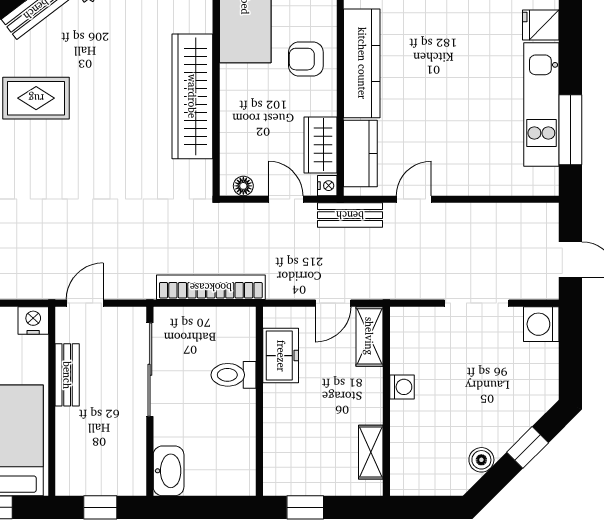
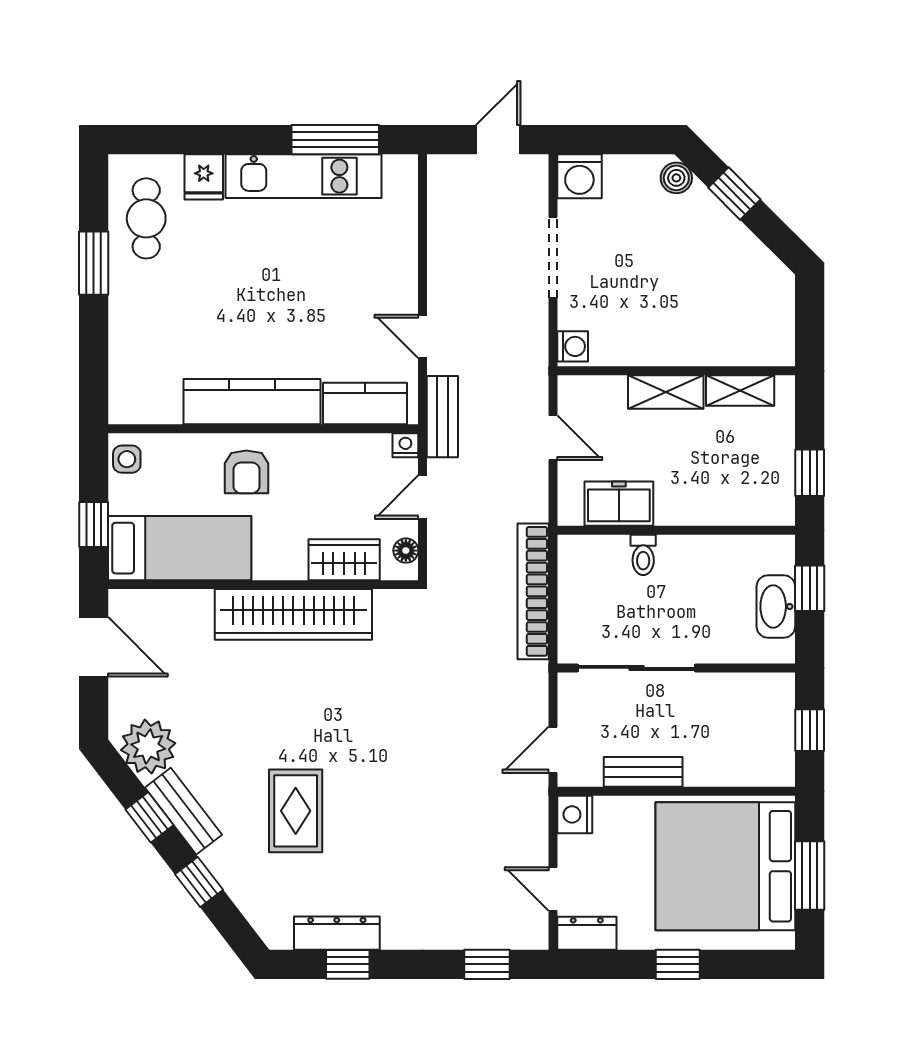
wardrobe: (320, 145) -> (344, 560), moved, turned 180
door: (85, 303) -> (553, 750), hinge flipped
shelving: (369, 336) -> (666, 392), moved
toilet: (234, 375) -> (643, 555), width x0.73, depth x0.72
washing machine: (402, 387) -> (573, 346), moved, turned 90
boiler: (481, 460) -> (676, 178), moved
washbasin: (169, 471) -> (776, 606), moved, turned -90
window: (213, 507) -> (810, 588), added

